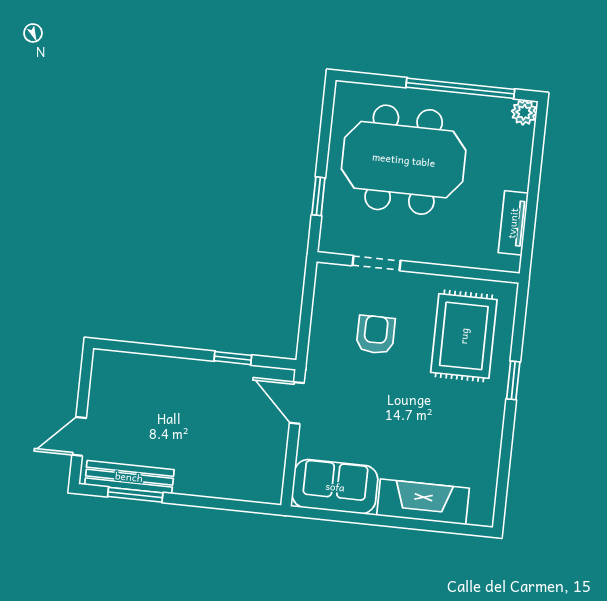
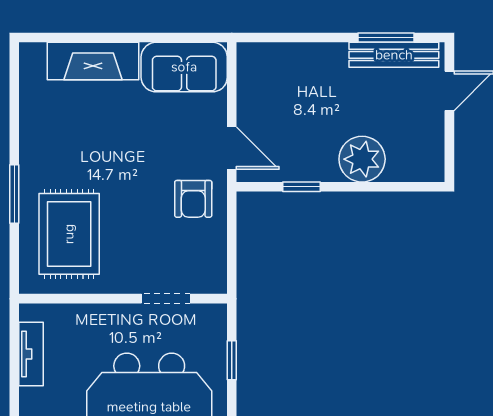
armchair: (376, 335) -> (193, 199), moved
plant: (171, 379) -> (362, 159), added
window: (513, 380) -> (14, 194), width x1.50

